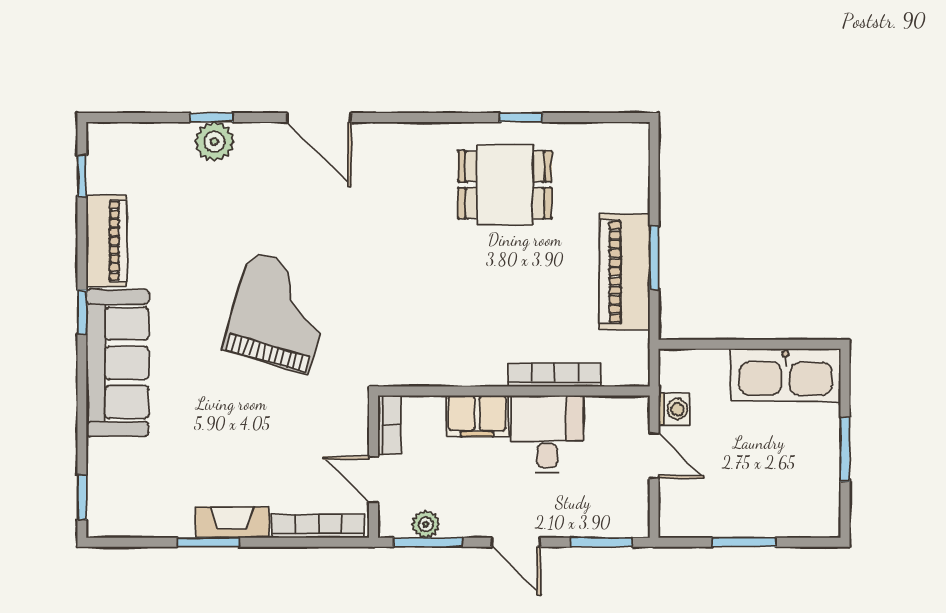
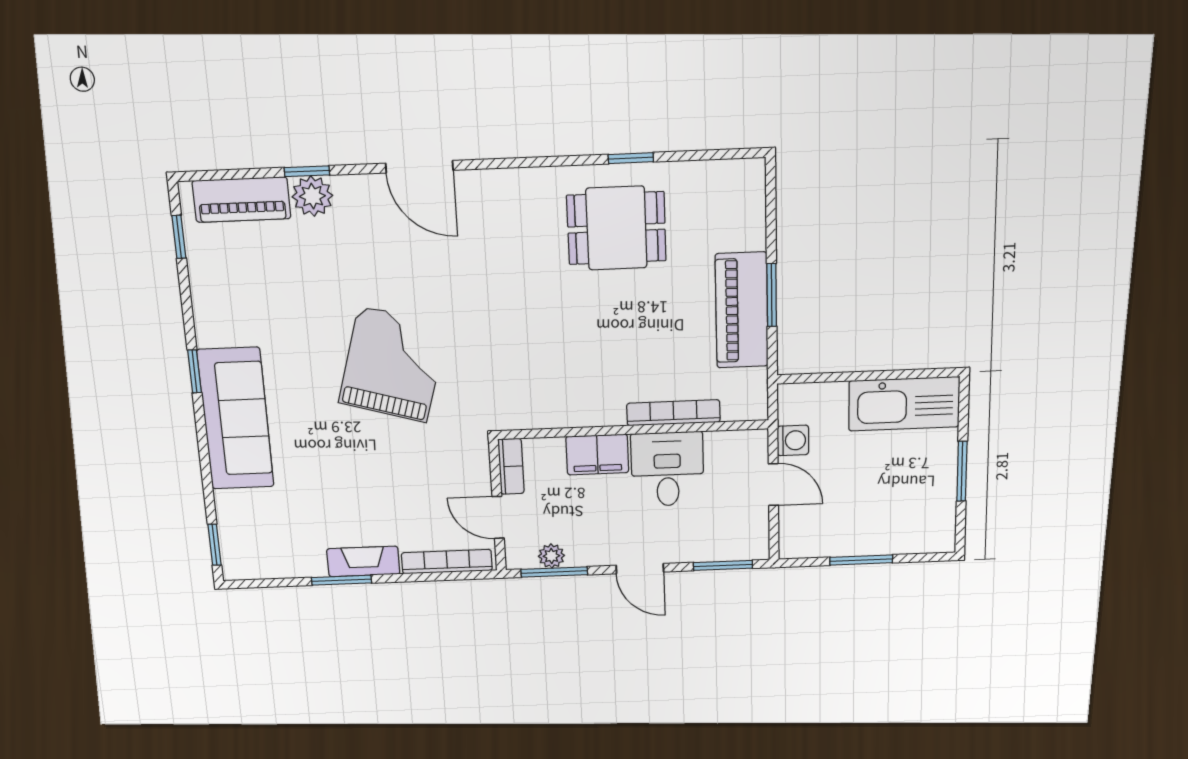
piano: (107, 241) -> (242, 200), moved, turned 90

